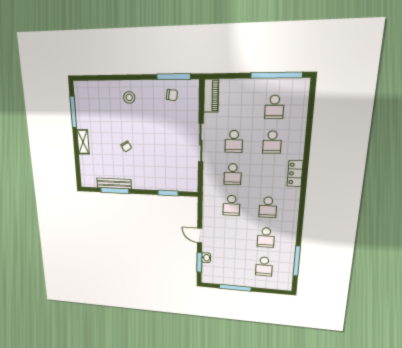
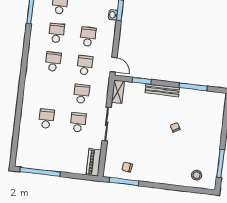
stool: (129, 97) -> (197, 175), moved
school desk: (274, 107) -> (88, 37), moved
shelving: (83, 142) -> (118, 92), moved
locker: (295, 174) -> (29, 90), removed
bench: (114, 183) -> (162, 90), moved
door: (200, 236) -> (114, 65), moved

